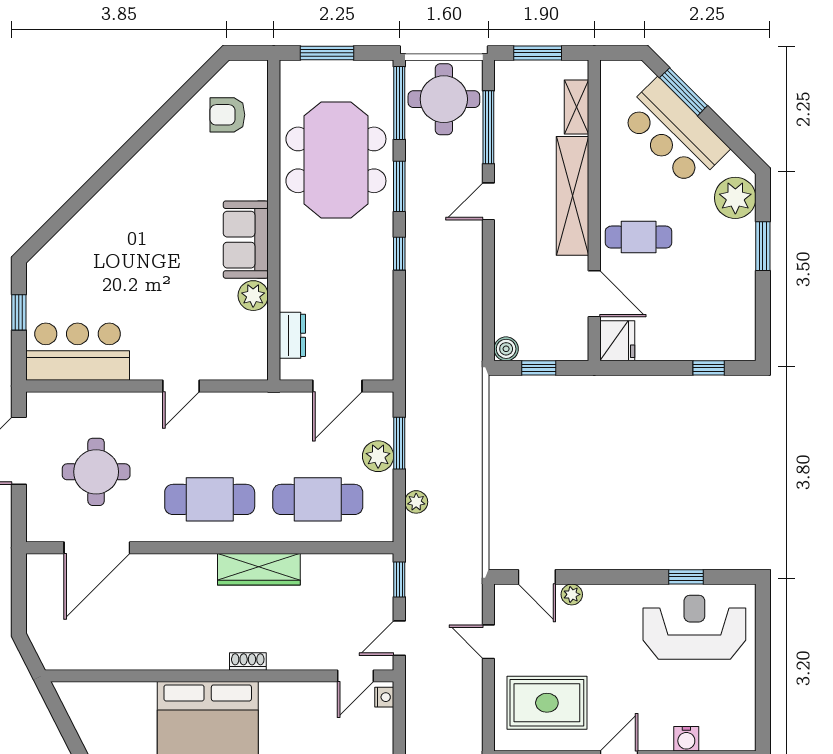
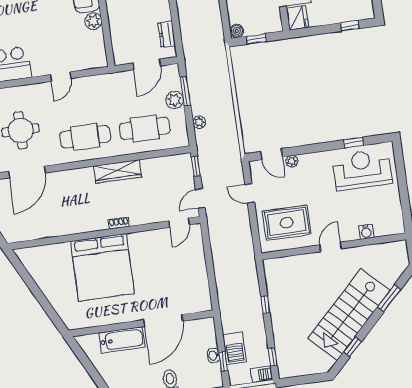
dresser: (292, 335) -> (167, 34), moved, turned 180
nightstand: (384, 697) -> (197, 232), removed

